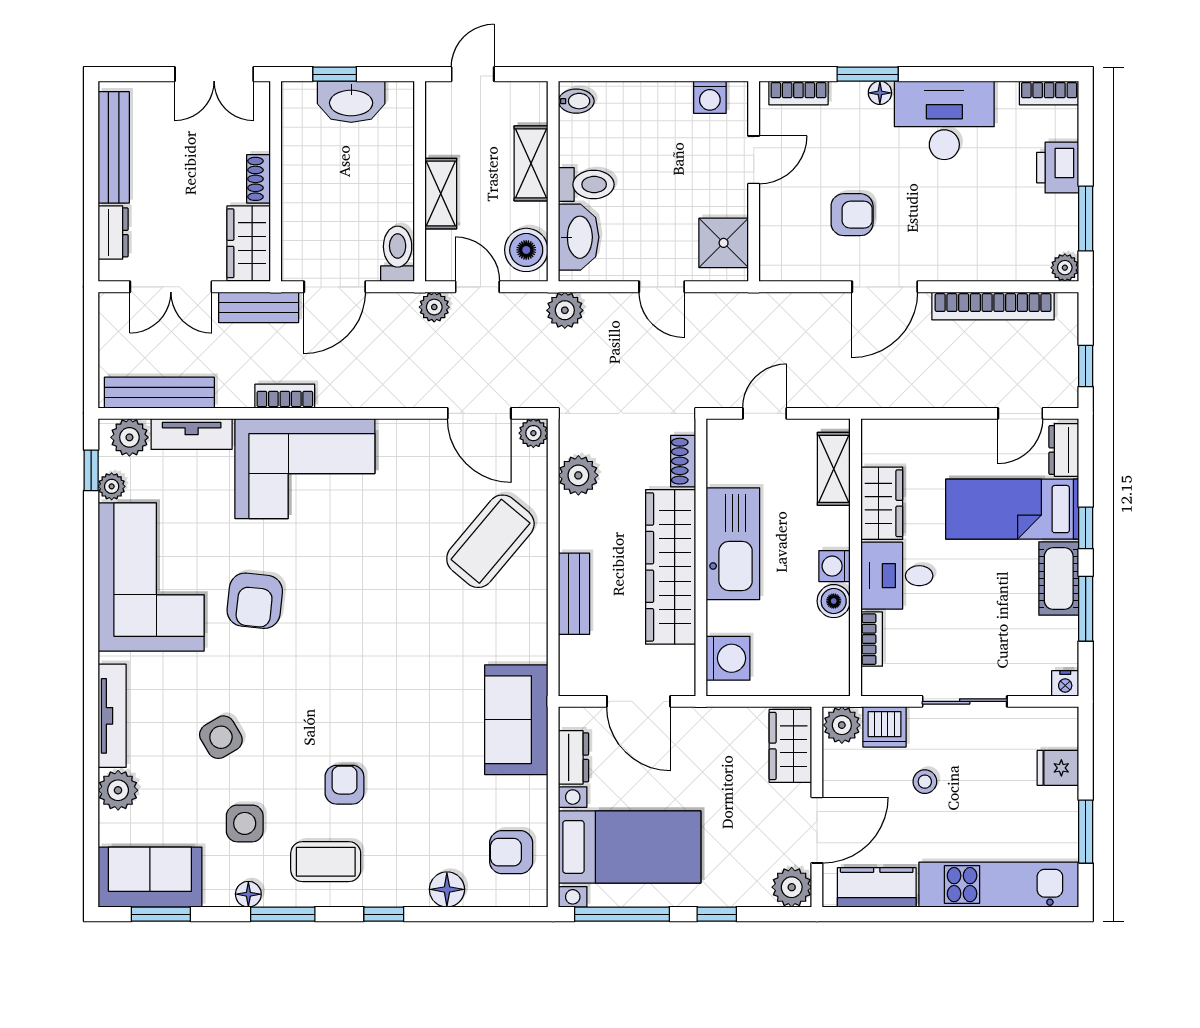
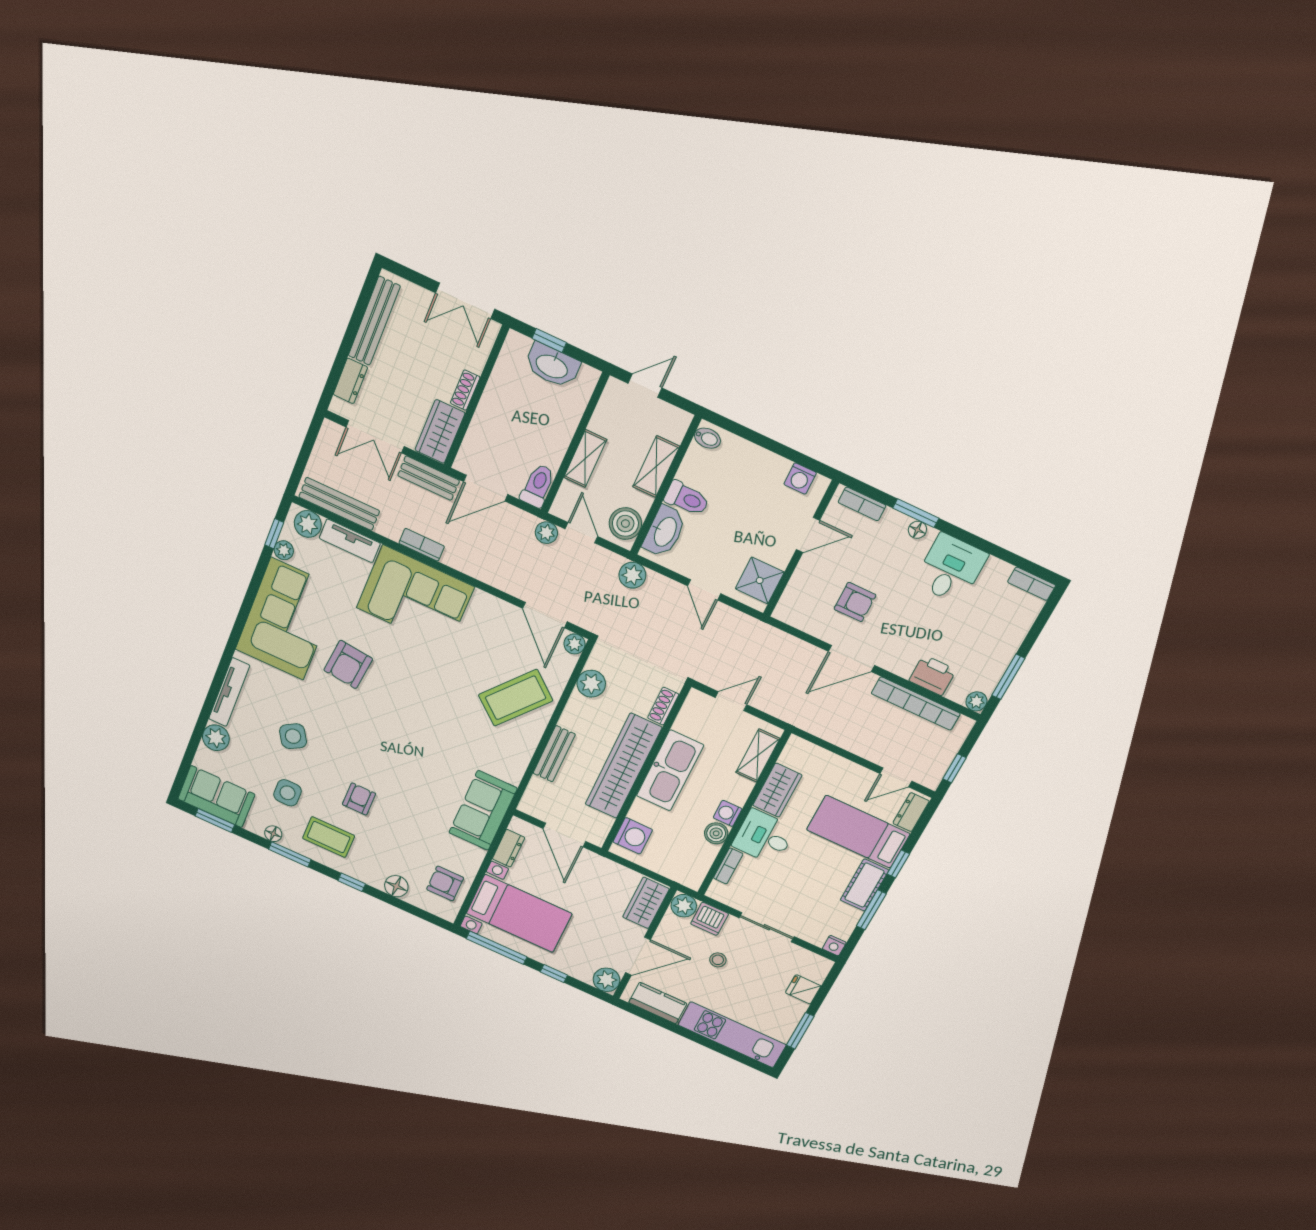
desk: (944, 120) -> (951, 569), width x0.73
printer: (1058, 168) -> (933, 675), moved, turned 90

